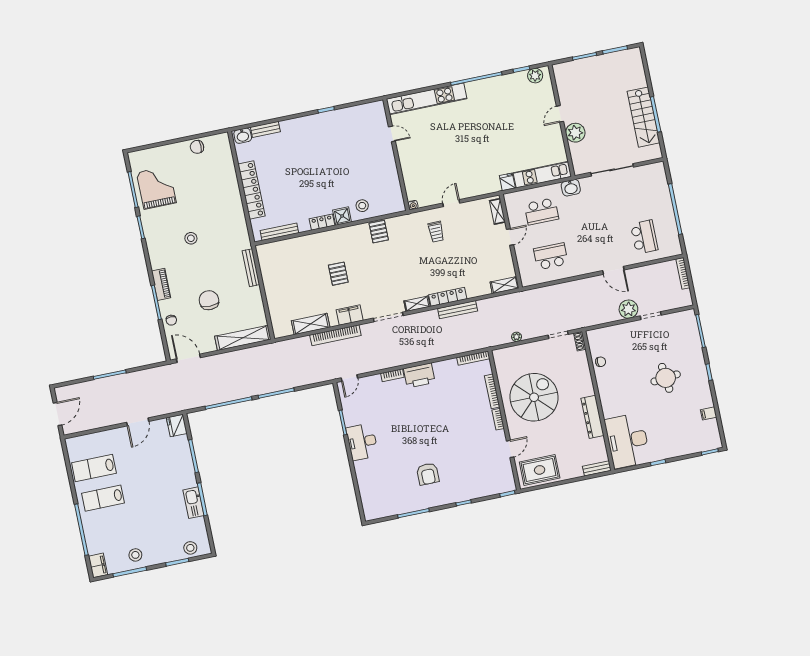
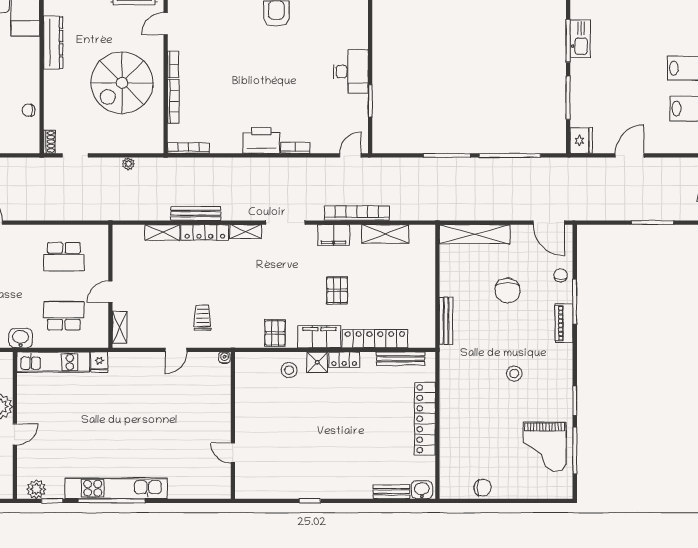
kitchen unit: (427, 99) -> (116, 488), moved
filing cabinet: (344, 236) -> (319, 337), added
locker: (302, 243) -> (375, 339), added
shelving: (505, 285) -> (162, 232), moved

